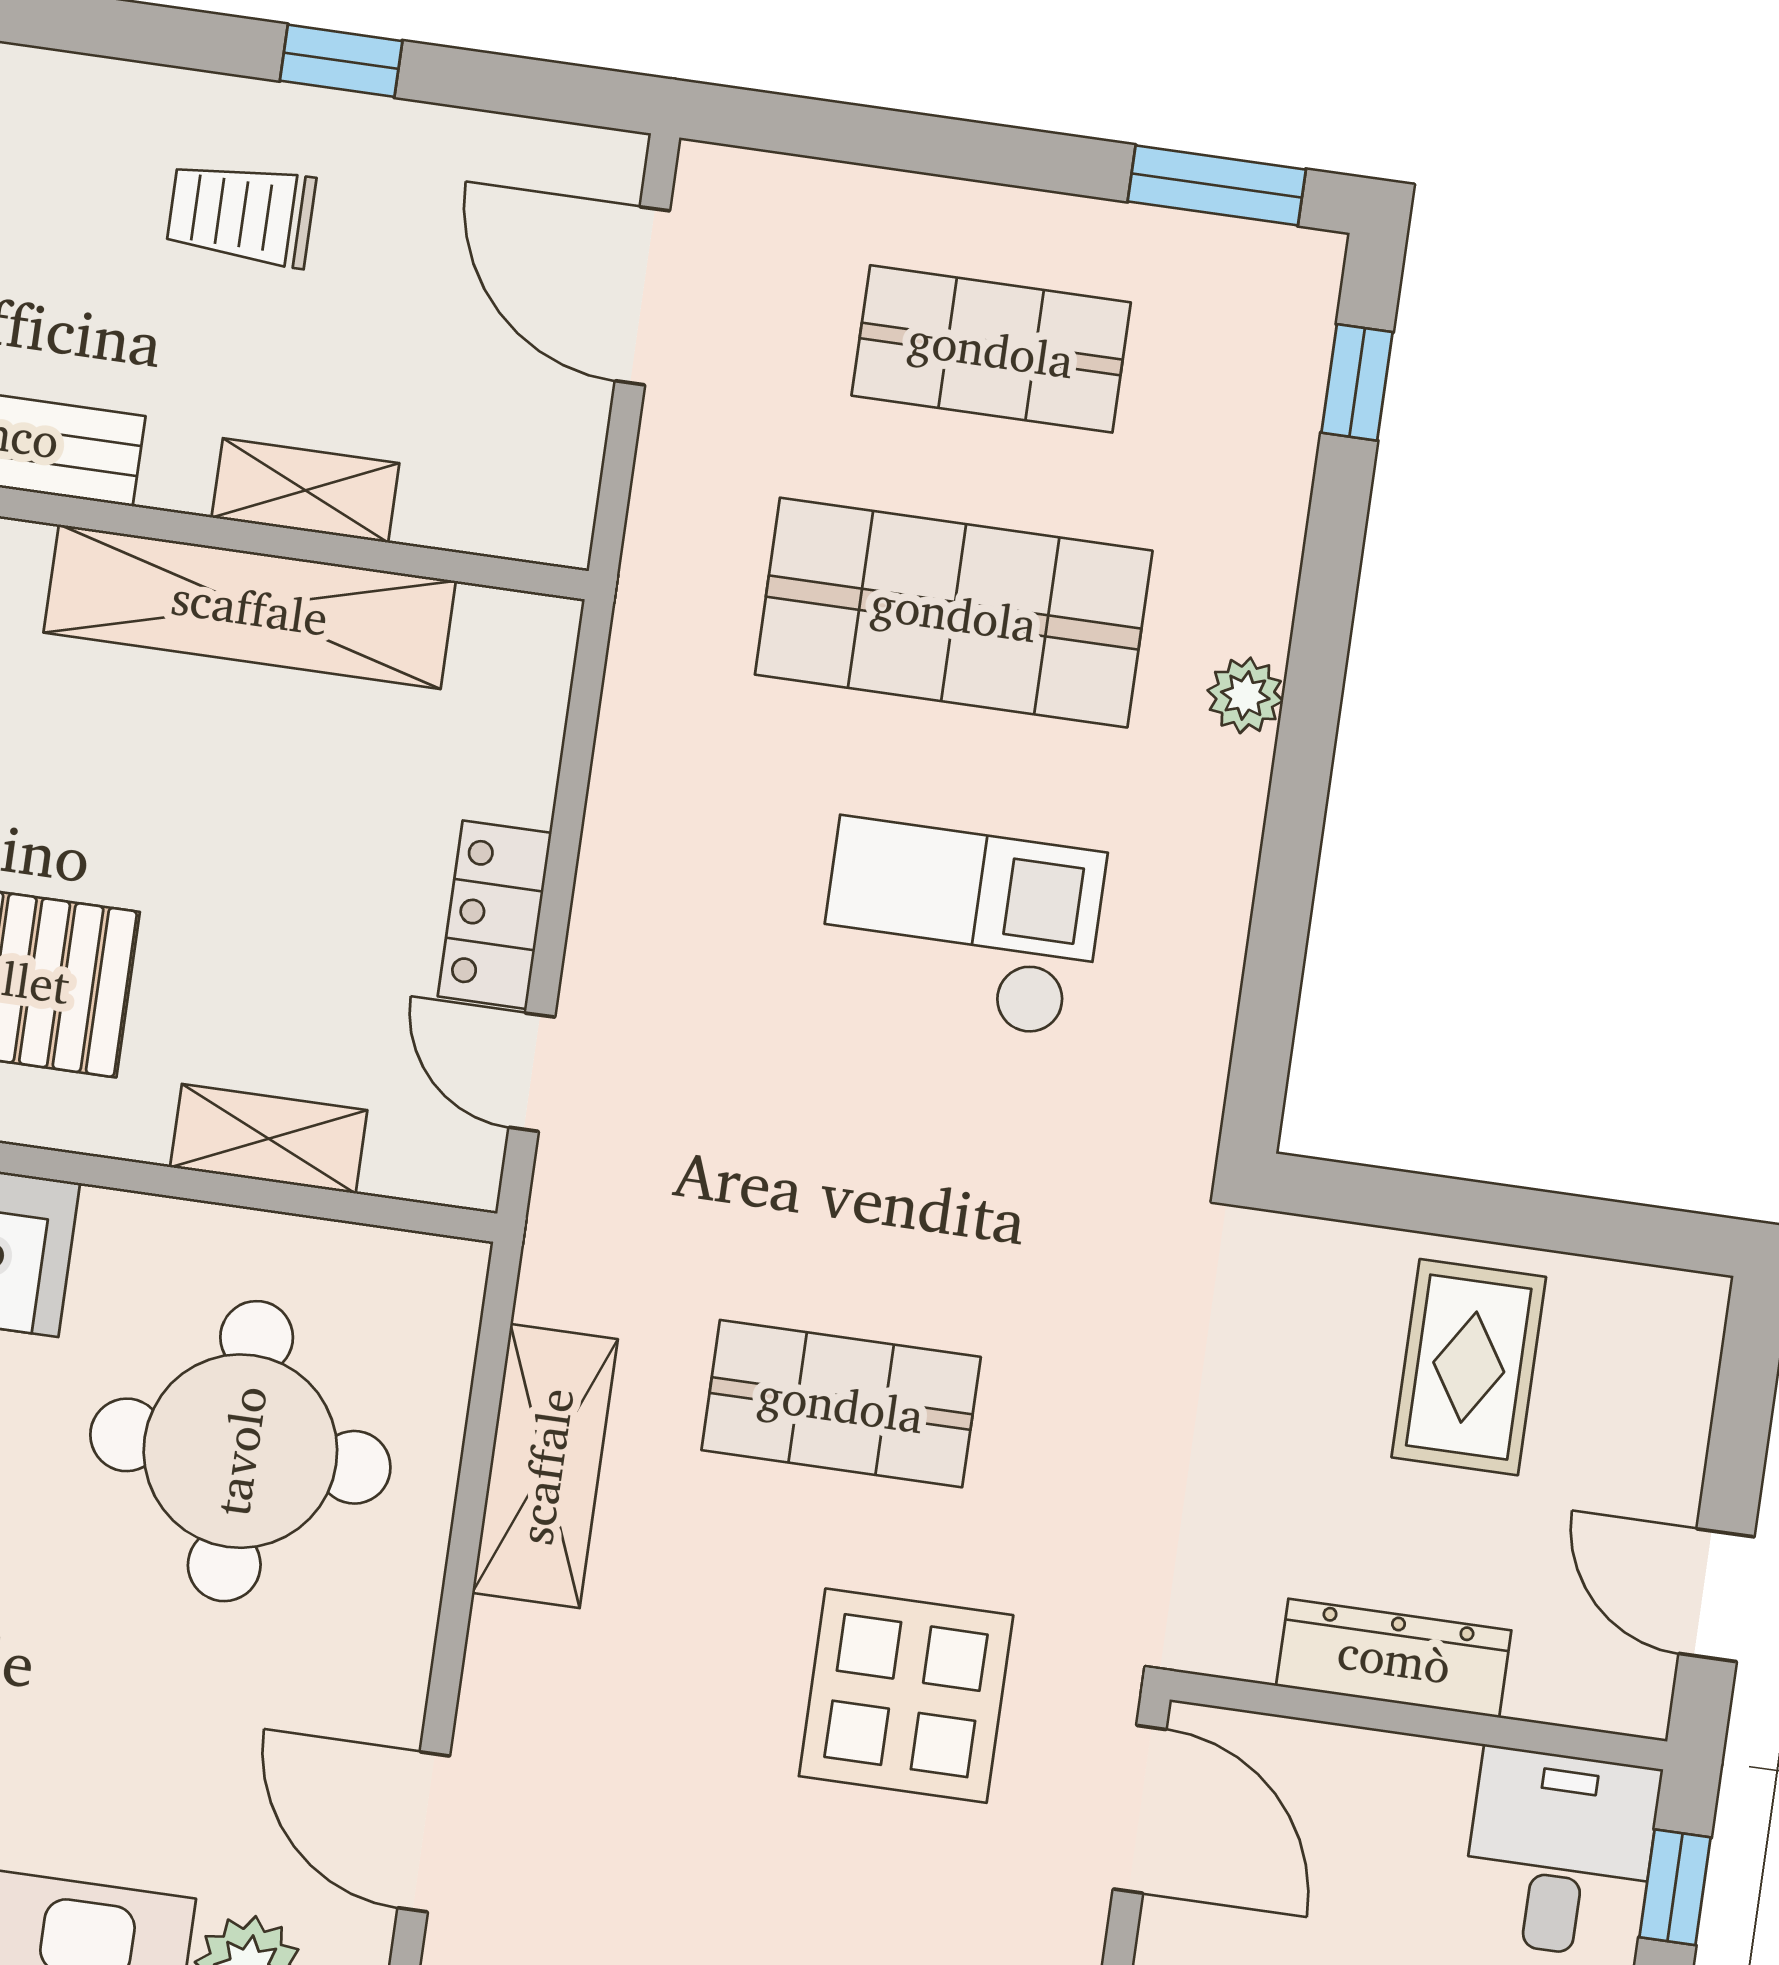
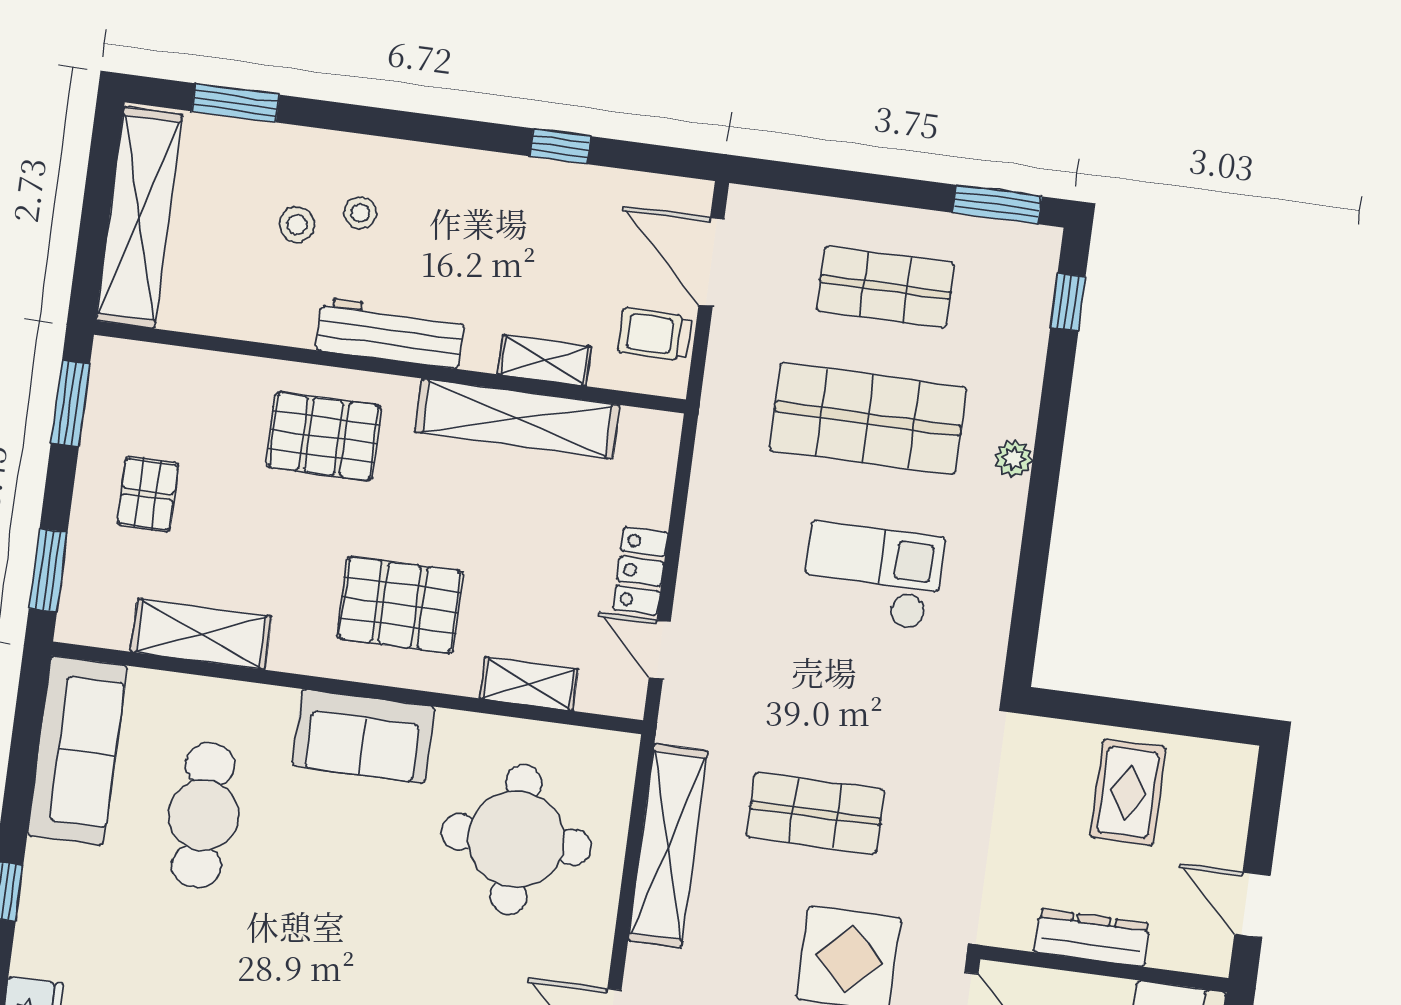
trolley: (241, 214) -> (655, 334), moved
shelving: (545, 1466) -> (668, 846), width x1.47

